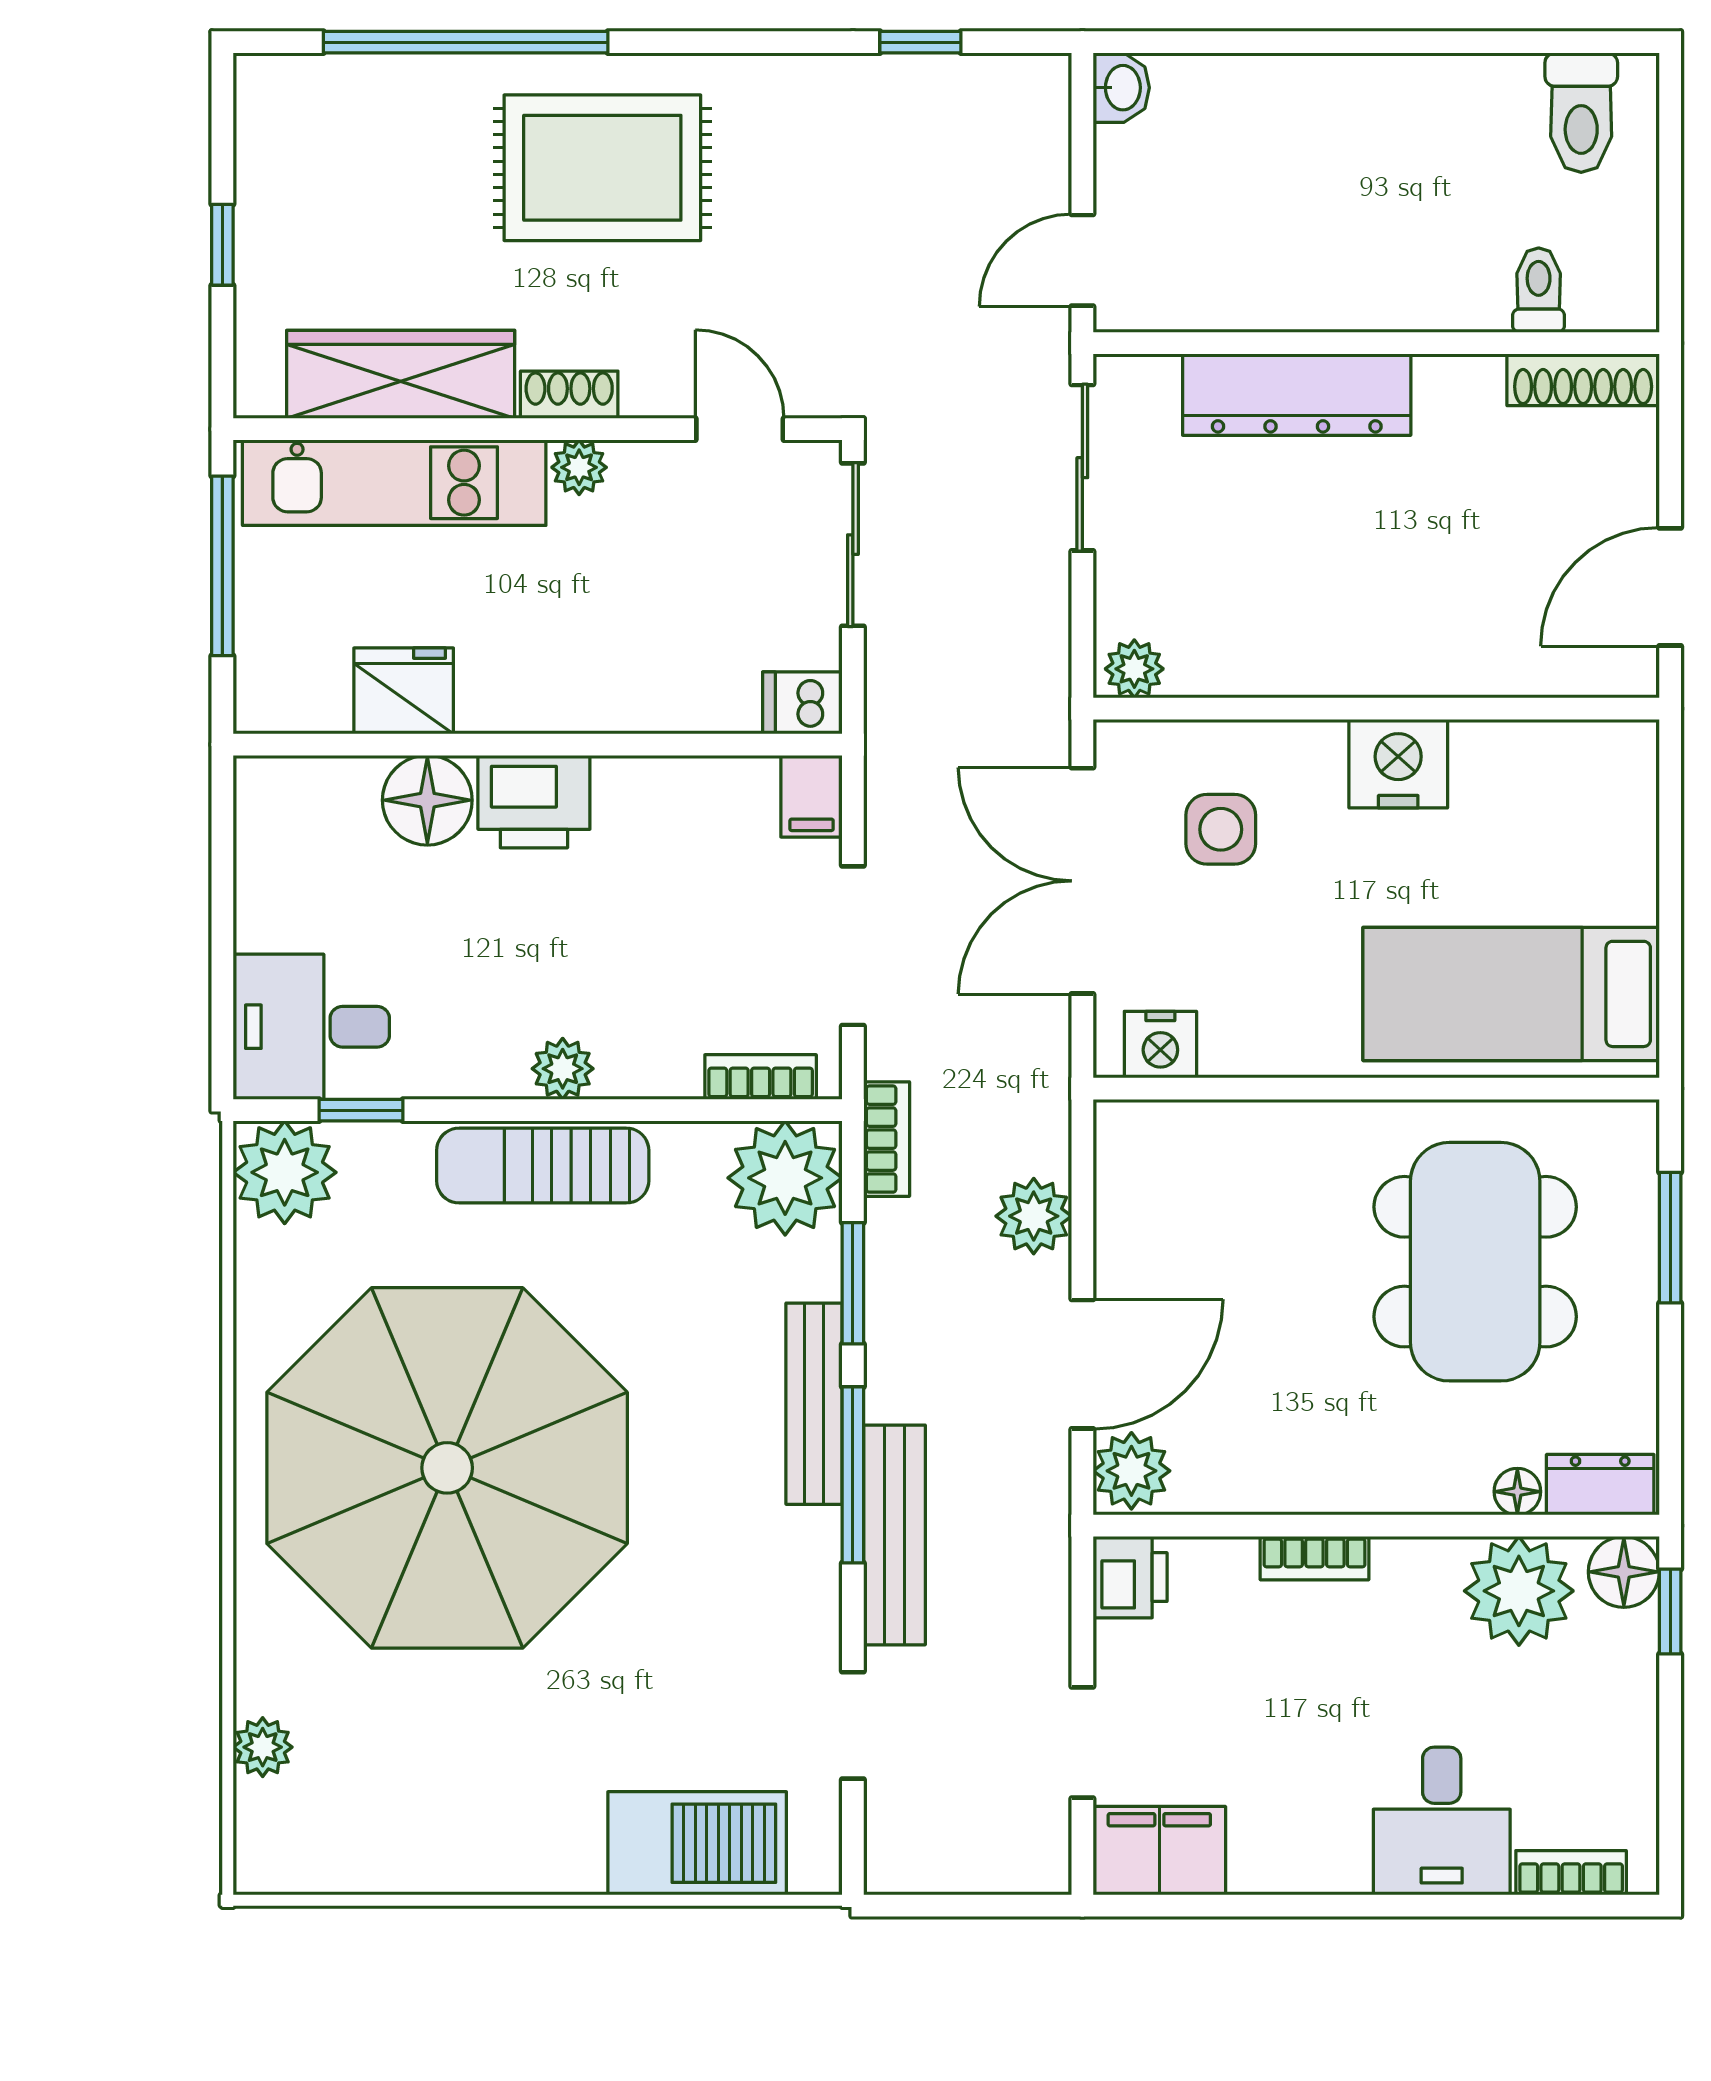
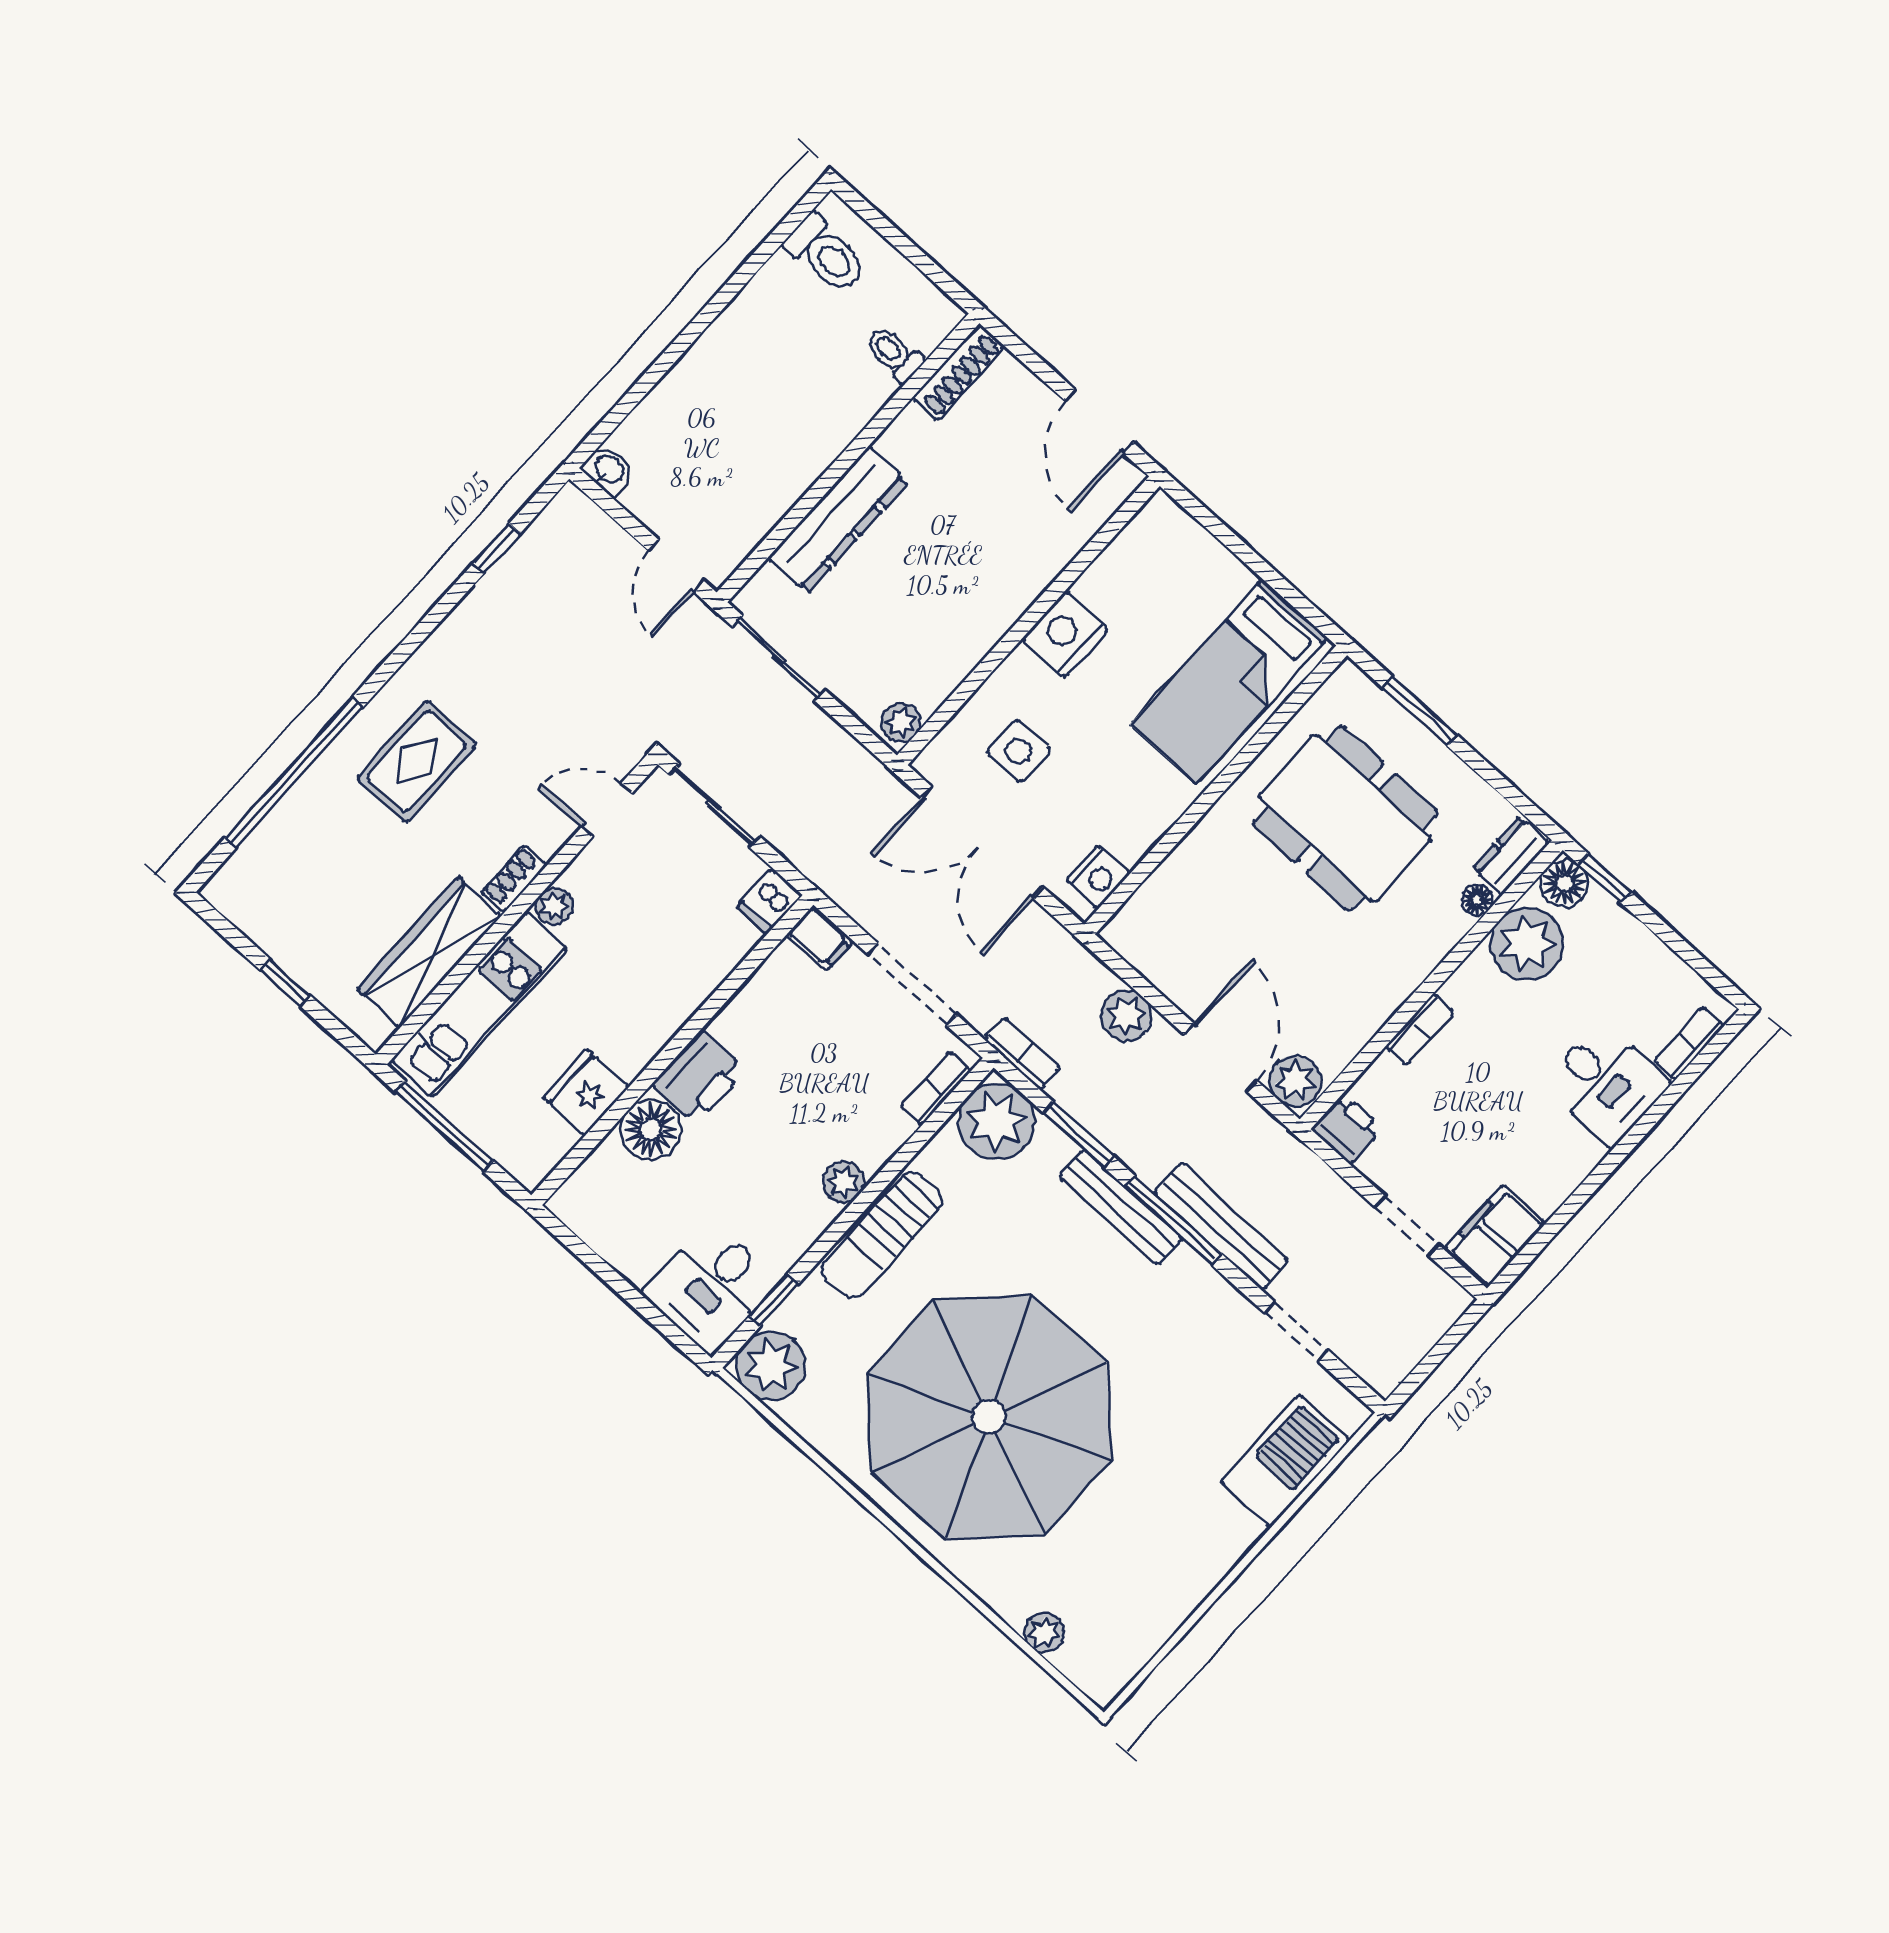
rug: (602, 168) -> (417, 761), width x0.73, depth x0.70

